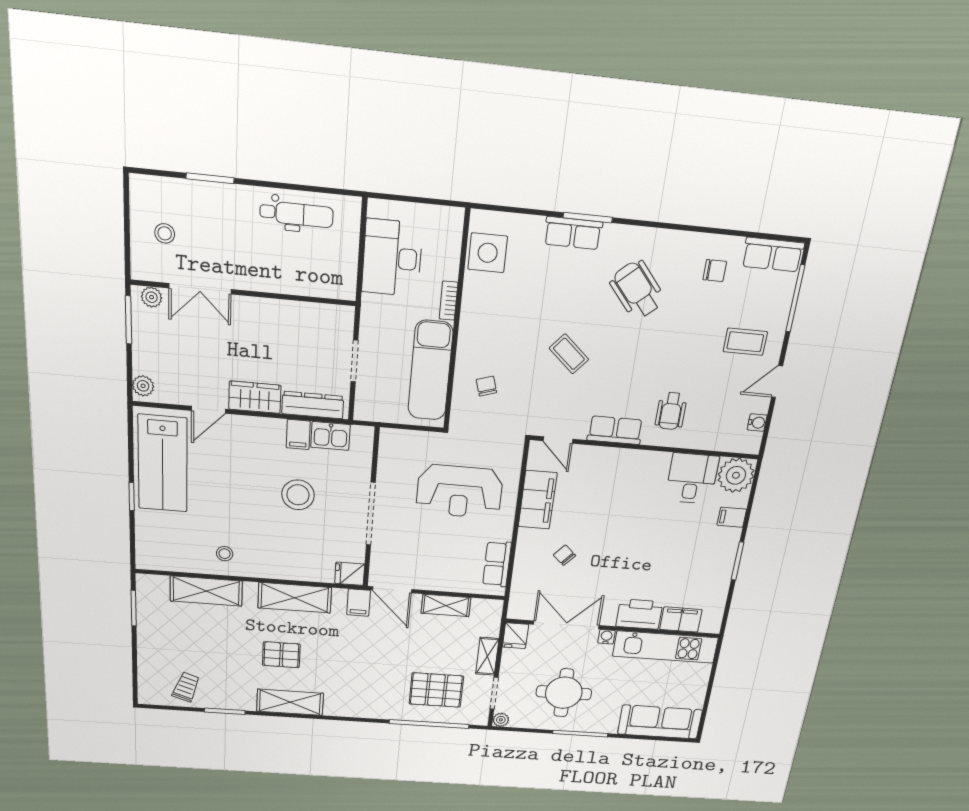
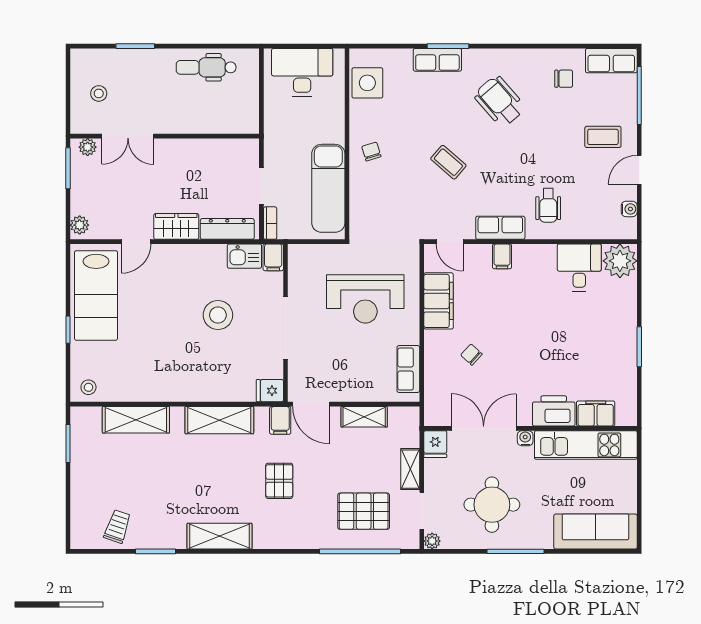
dental chair: (297, 214) -> (206, 67), turned 180
desk: (392, 258) -> (302, 72), moved, turned 90
bookcase: (449, 301) -> (270, 223), moved, turned 180
chair: (486, 386) -> (371, 152), moved
filing cabinet: (298, 434) -> (273, 257), moved
filing cabinet: (732, 517) -> (502, 256), moved, turned -90
stool: (225, 554) -> (88, 387), moved
pallet: (281, 655) -> (279, 481), moved, turned 90

